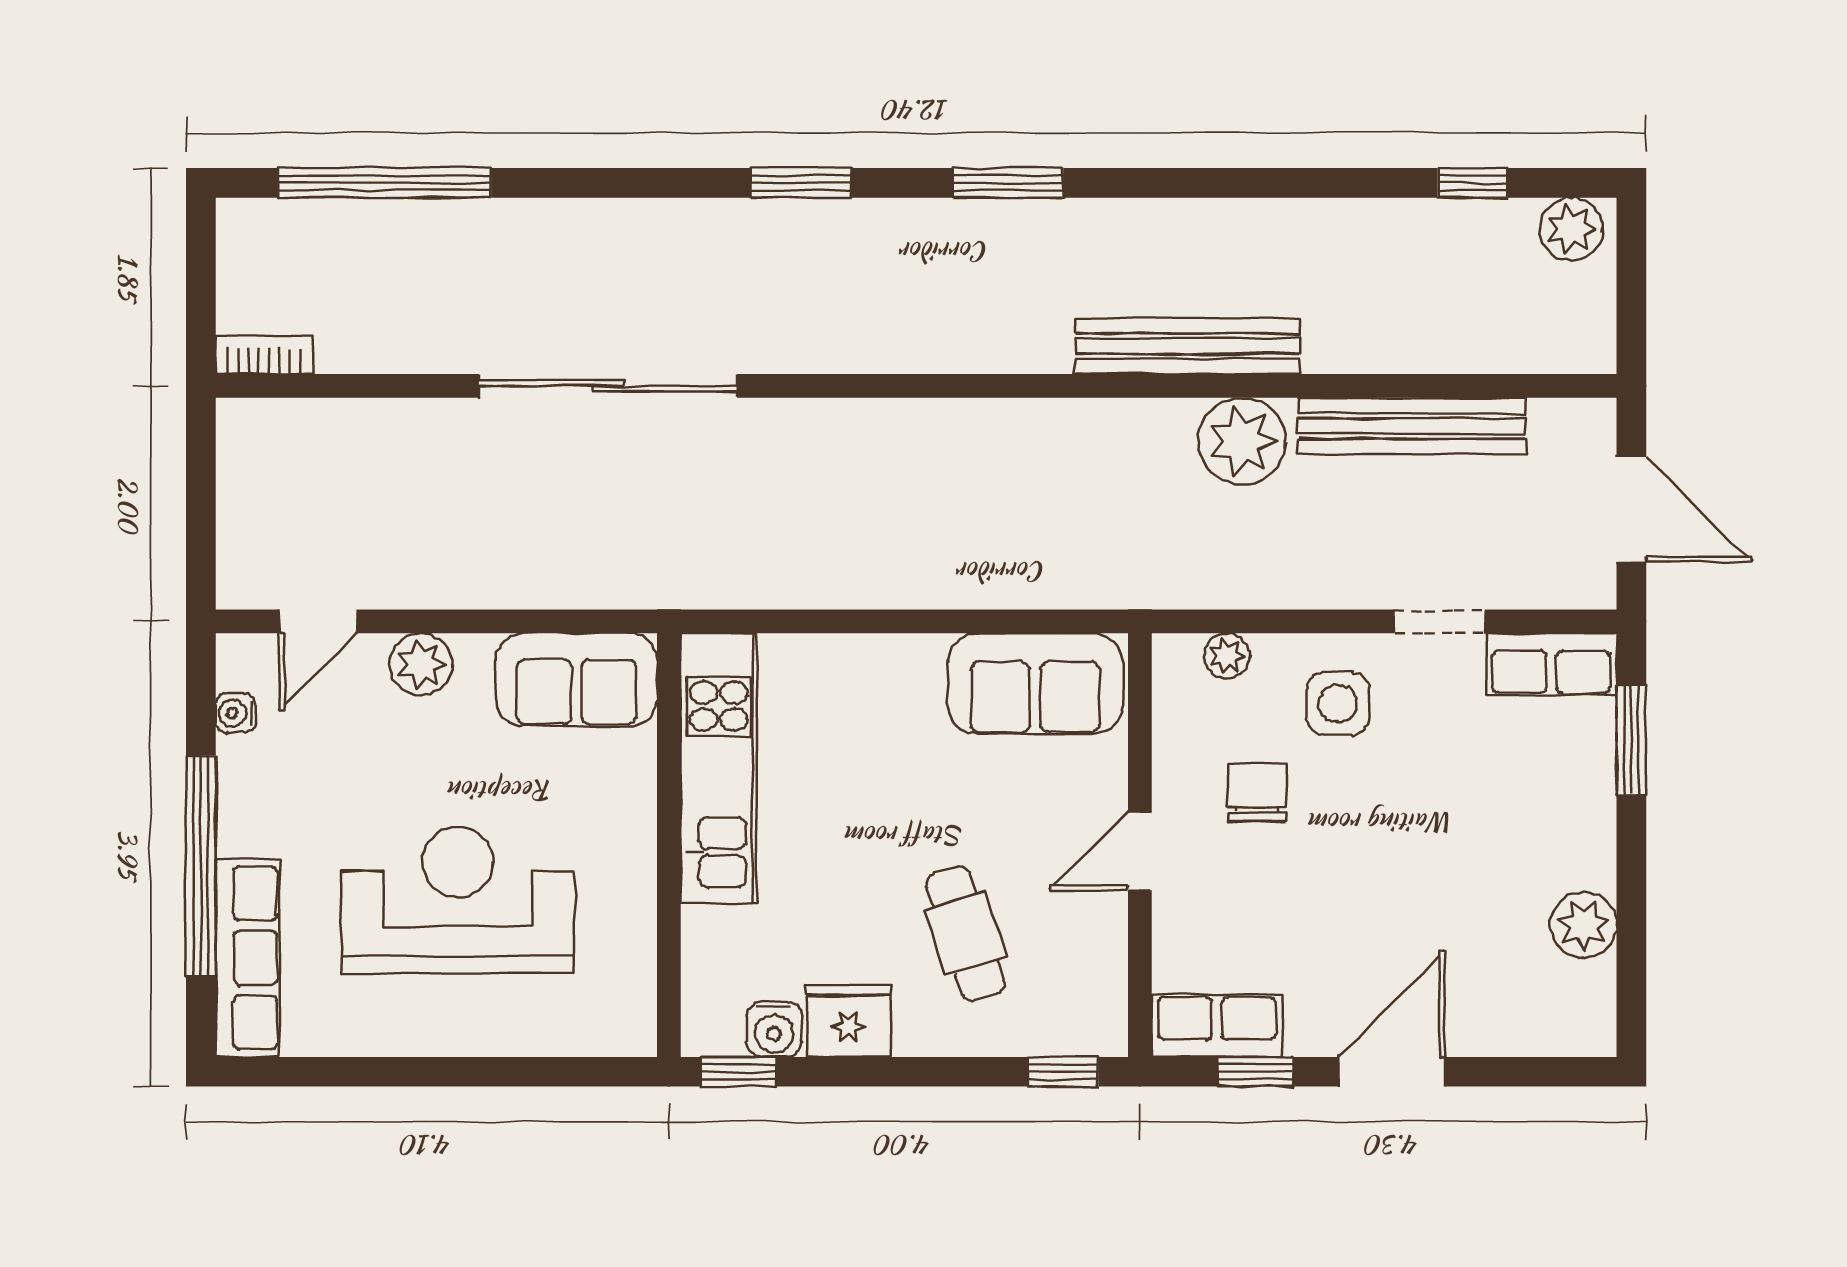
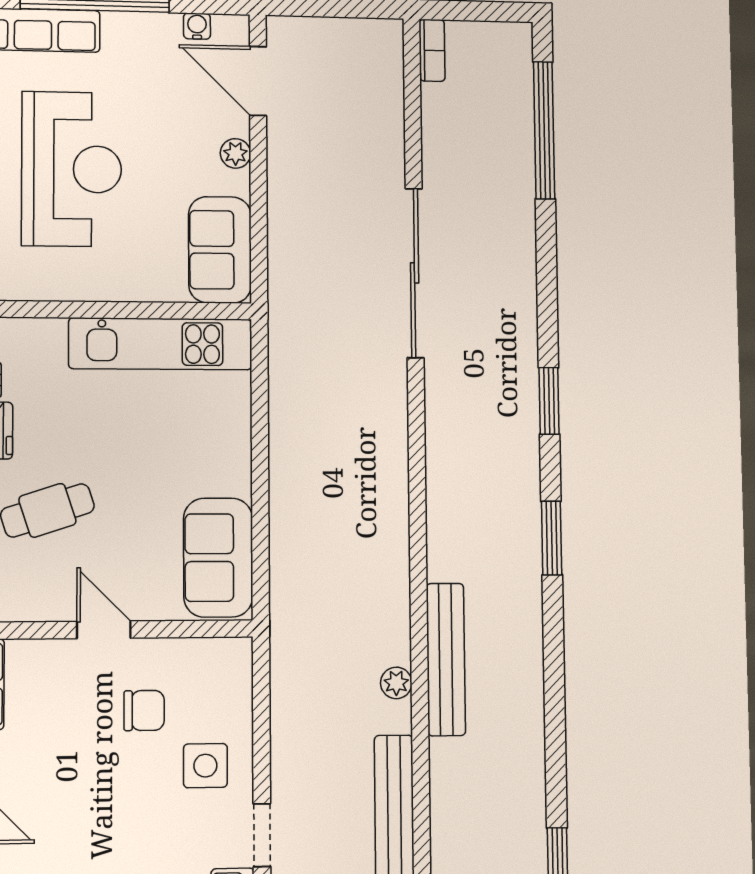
plant: (1242, 441) -> (396, 683), width x0.53, depth x0.53
door: (318, 621) -> (258, 81), width x1.37
plant: (1227, 656) -> (238, 688), removed
plant: (421, 664) -> (236, 153), width x0.73, depth x0.73

